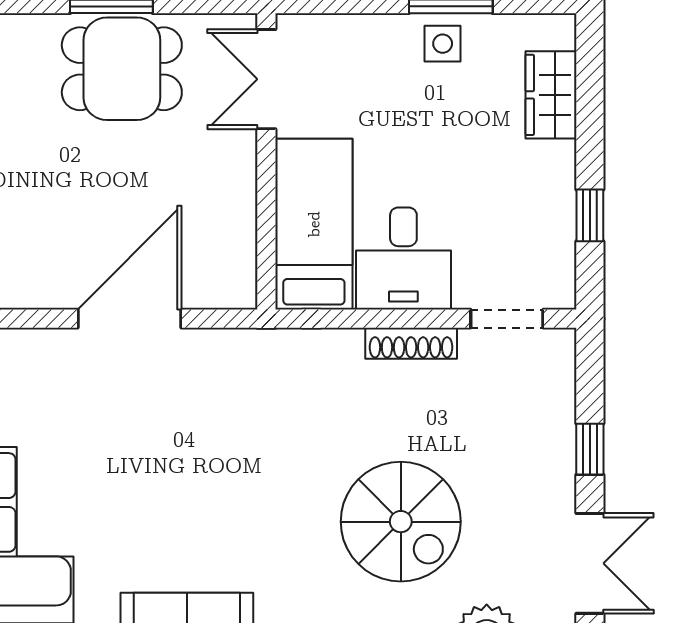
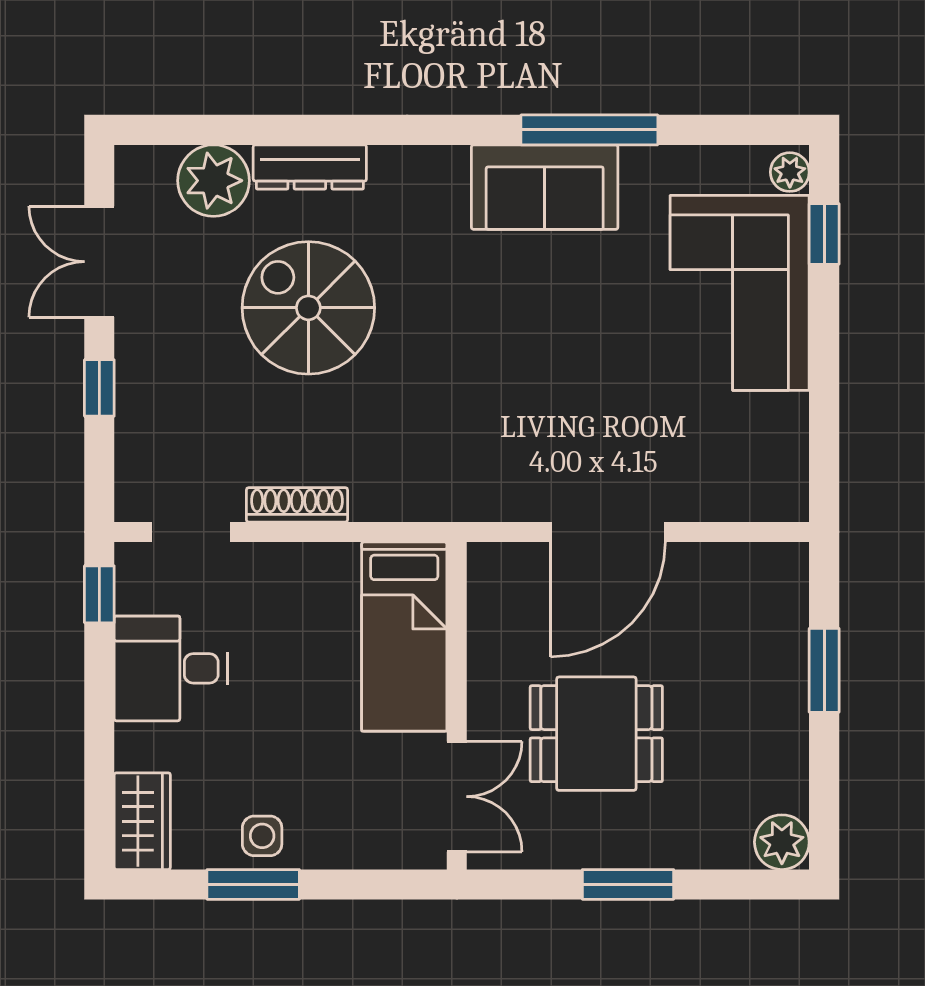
dining table: (122, 69) -> (596, 734), moved
wardrobe: (551, 95) -> (142, 821), moved
window: (590, 215) -> (99, 594), moved
desk: (403, 259) -> (171, 668), moved, turned -90

